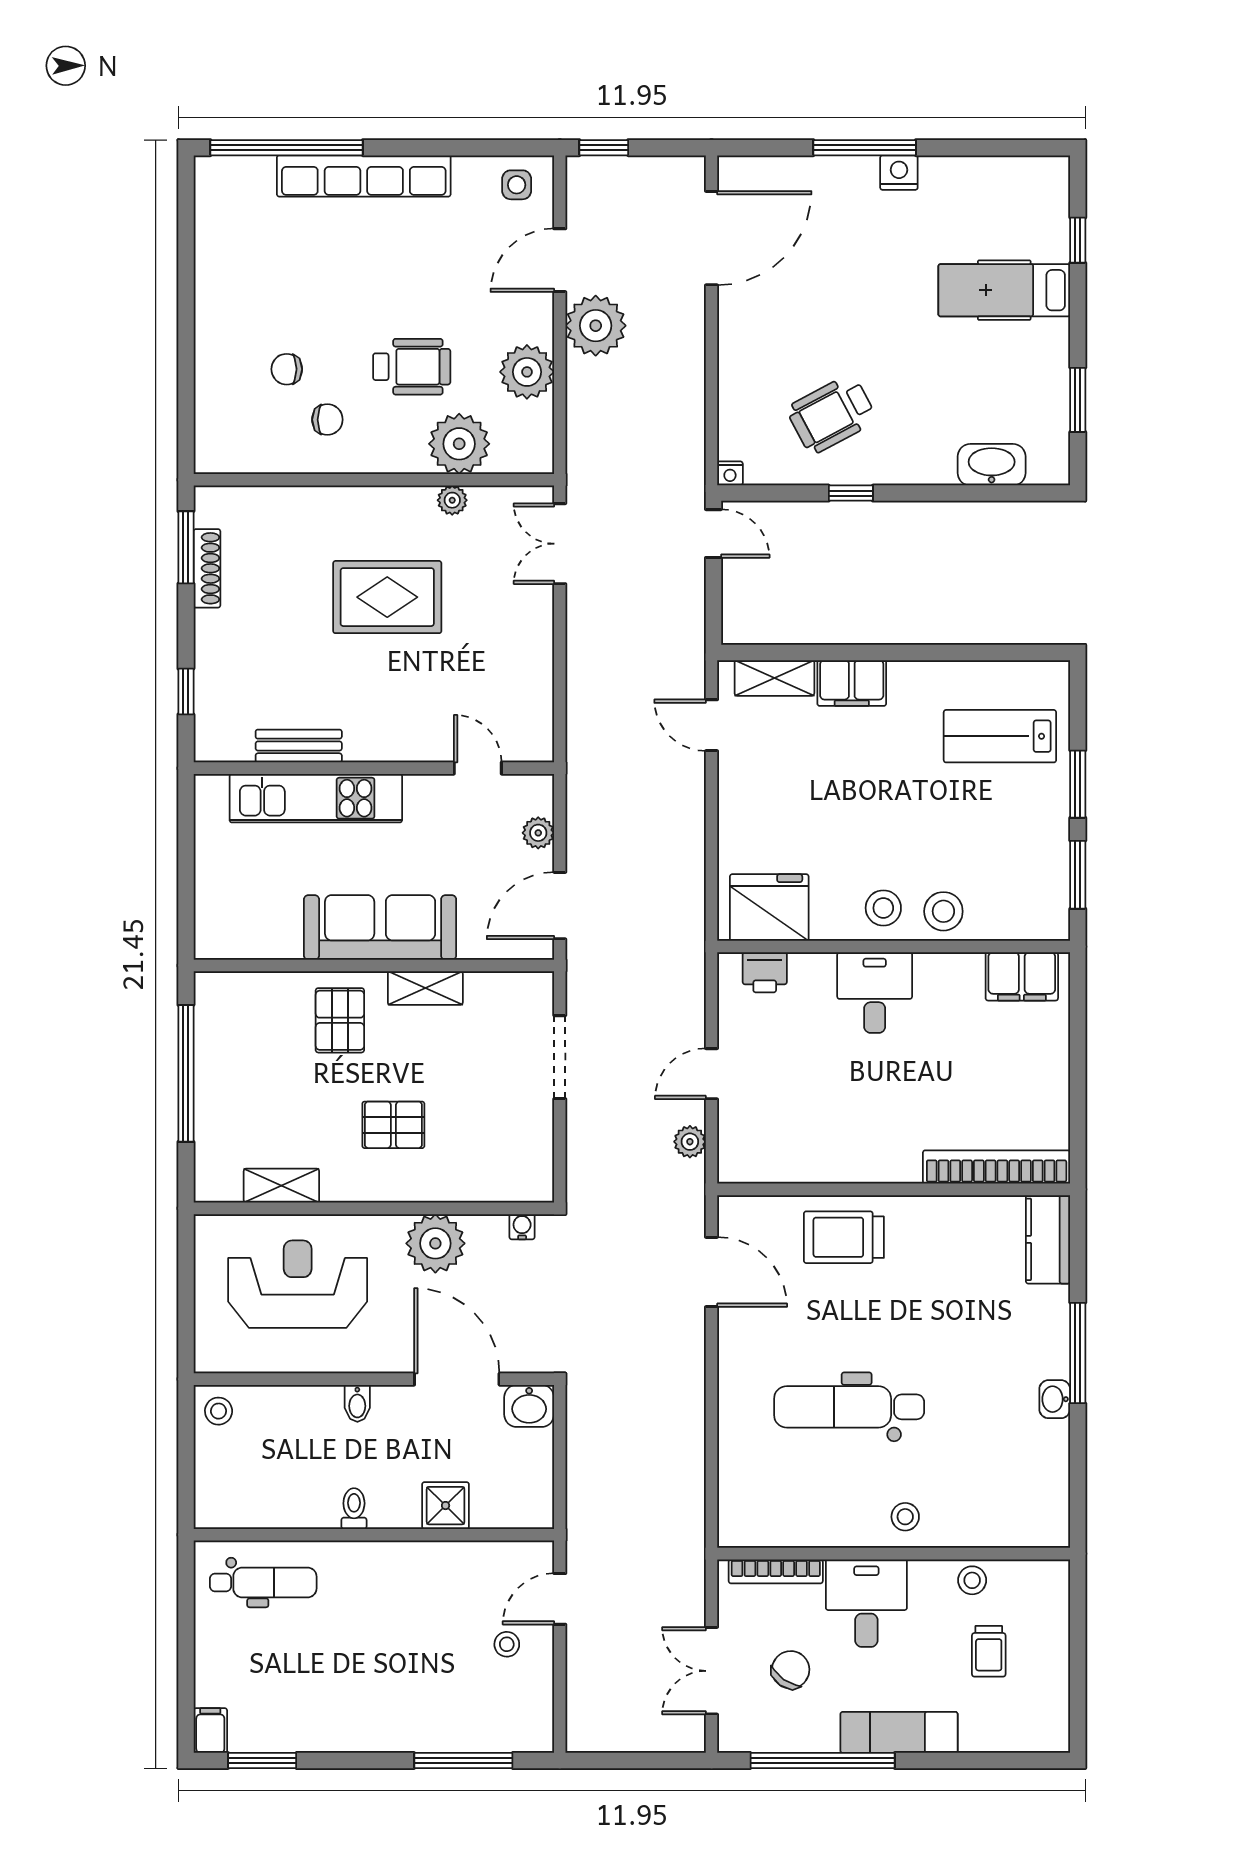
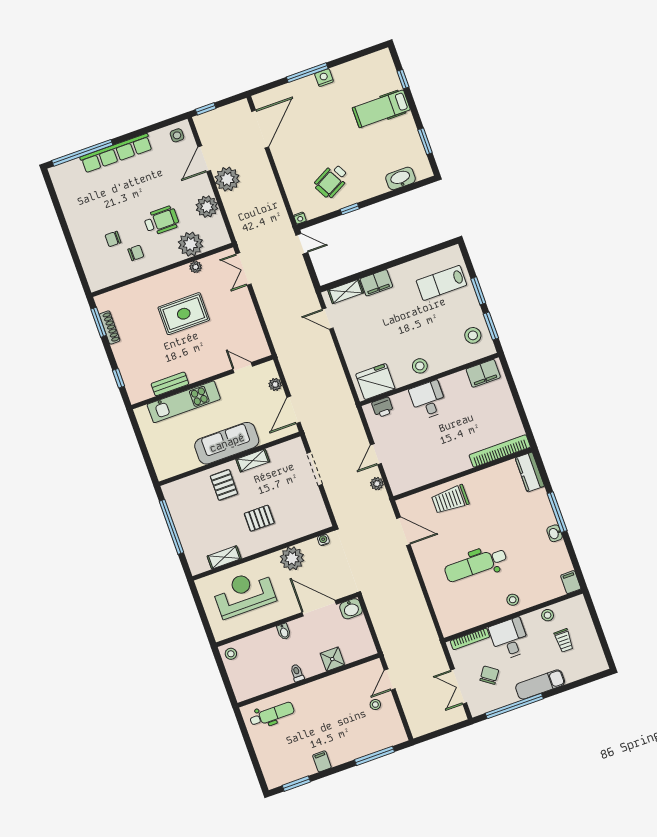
stool: (943, 911) -> (473, 335), moved
filing cabinet: (1052, 1524) -> (571, 582), added
filing cabinet: (210, 1731) -> (322, 761), moved

